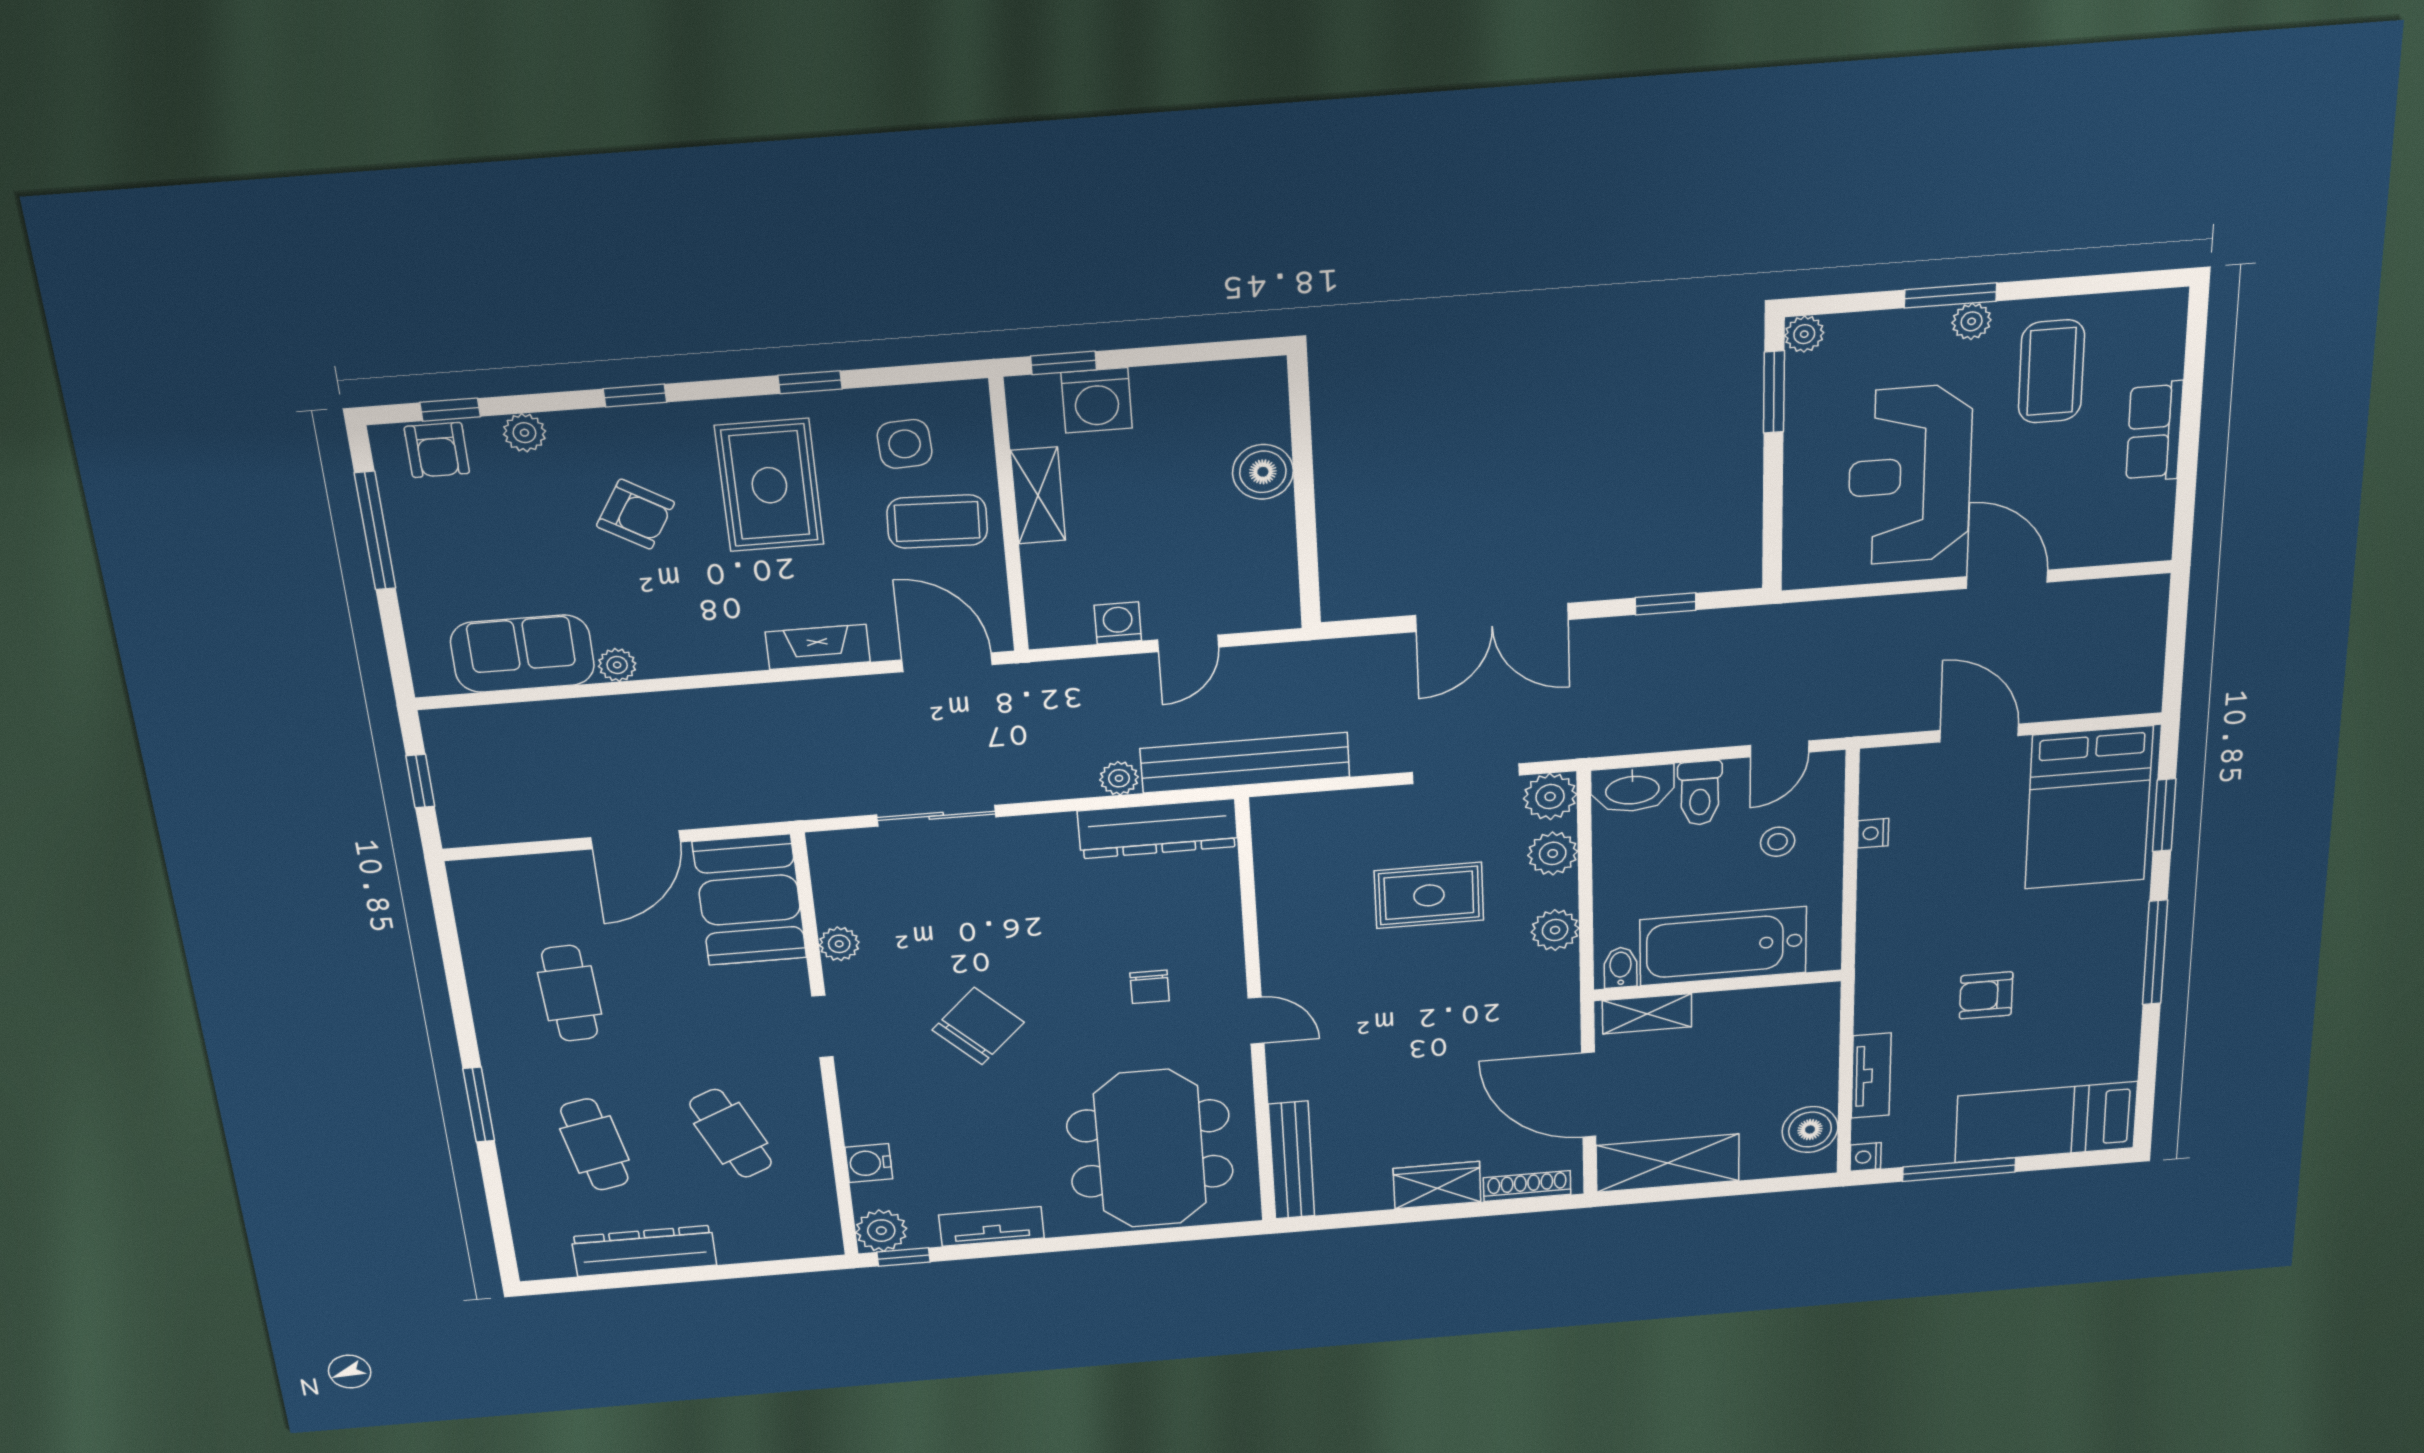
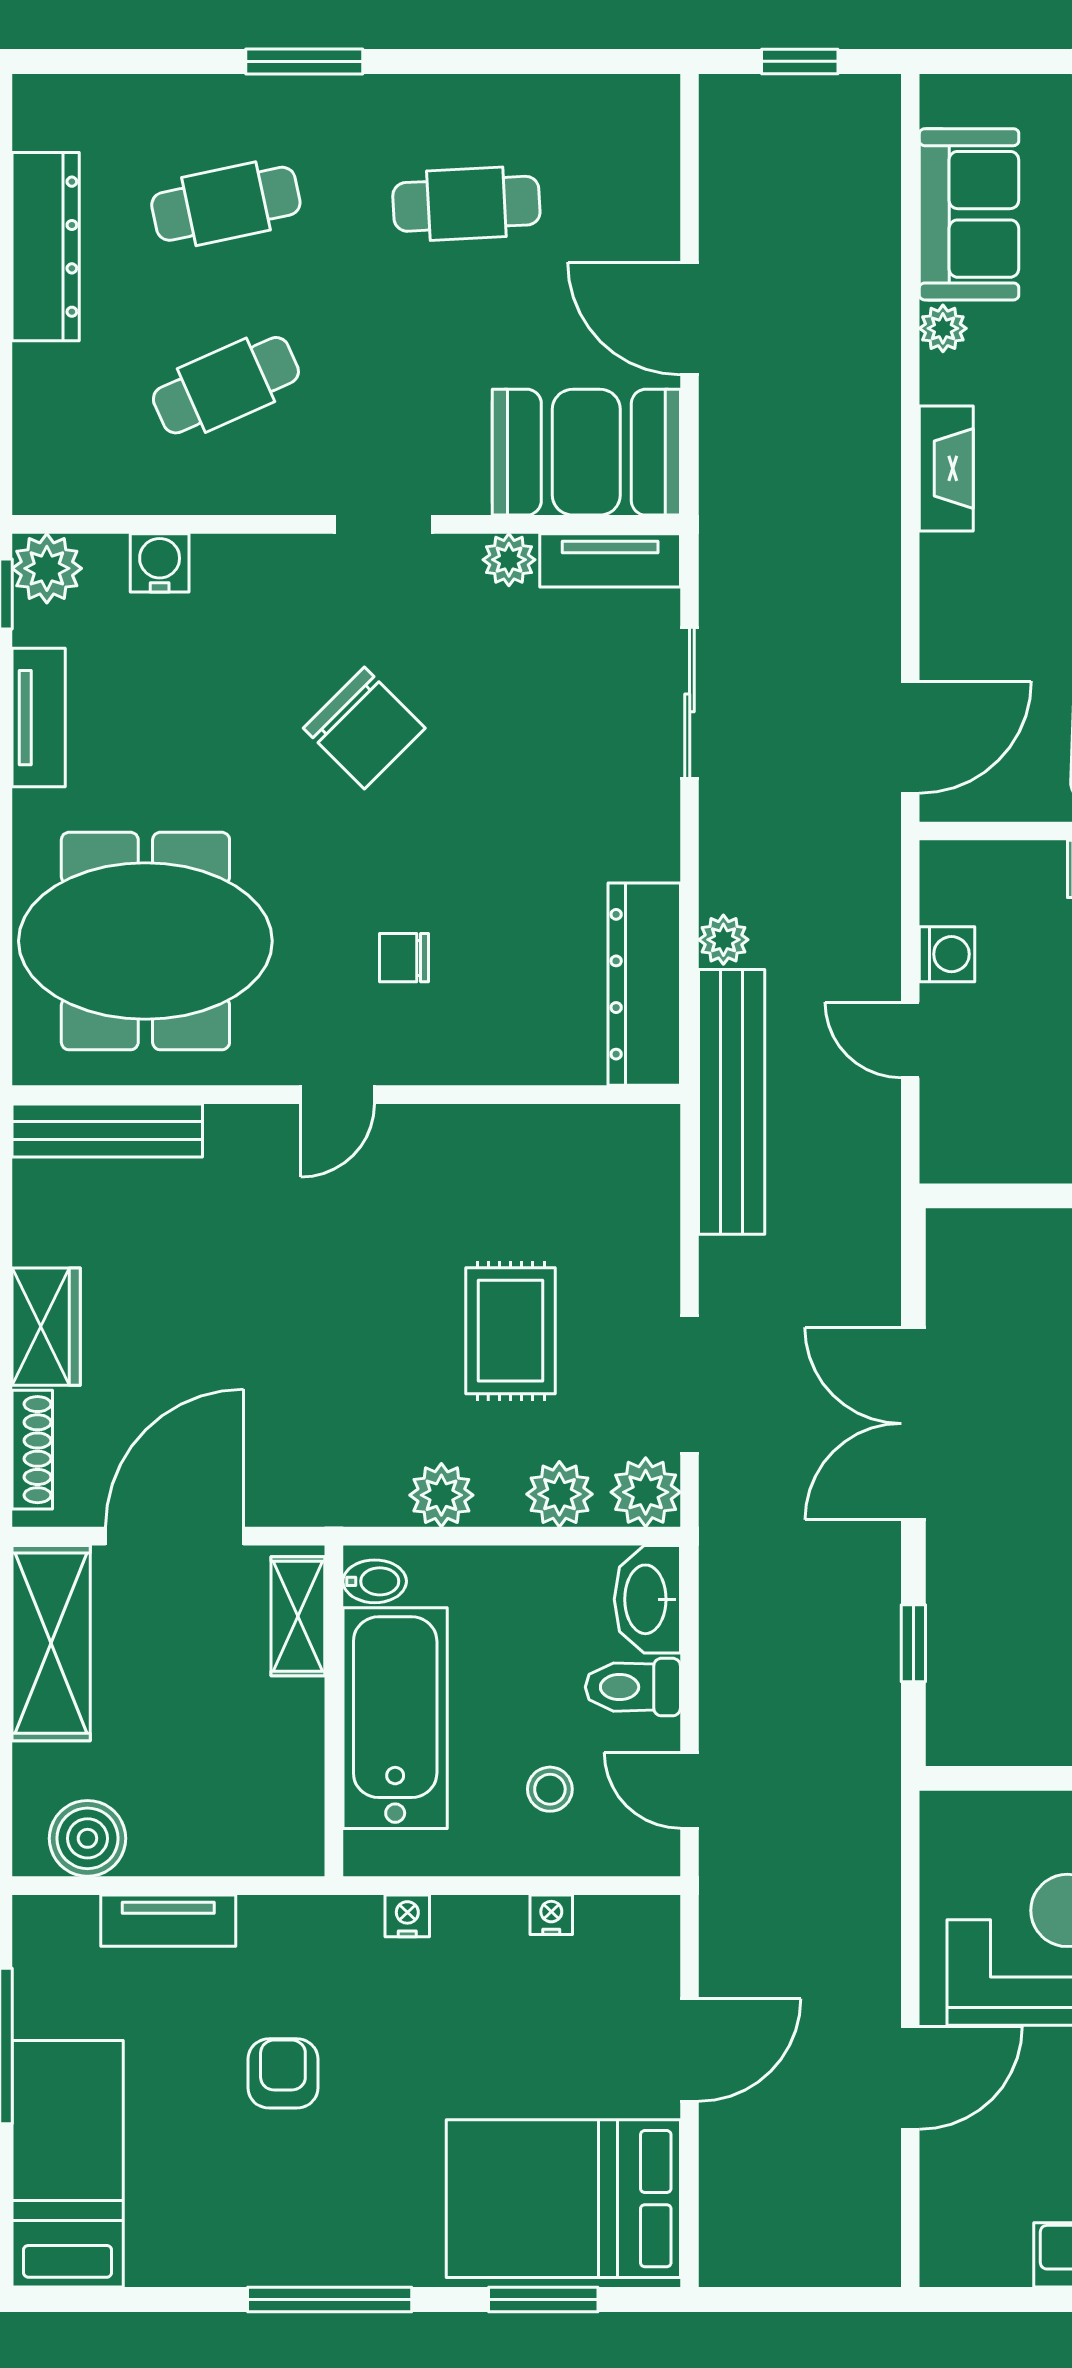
fireplace: (818, 647) -> (946, 468), moved
tv unit: (832, 878) -> (610, 560), added
nightstand: (1866, 1157) -> (407, 1916), moved

